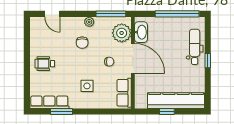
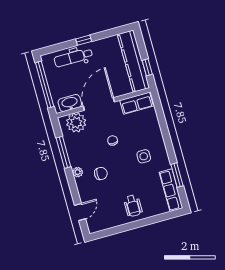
washbasin: (141, 32) -> (70, 103), moved
plant: (122, 33) -> (76, 123), moved
door: (133, 58) -> (99, 104), moved
wall: (133, 63) -> (103, 103), moved
row of seats: (124, 93) -> (137, 103), moved

